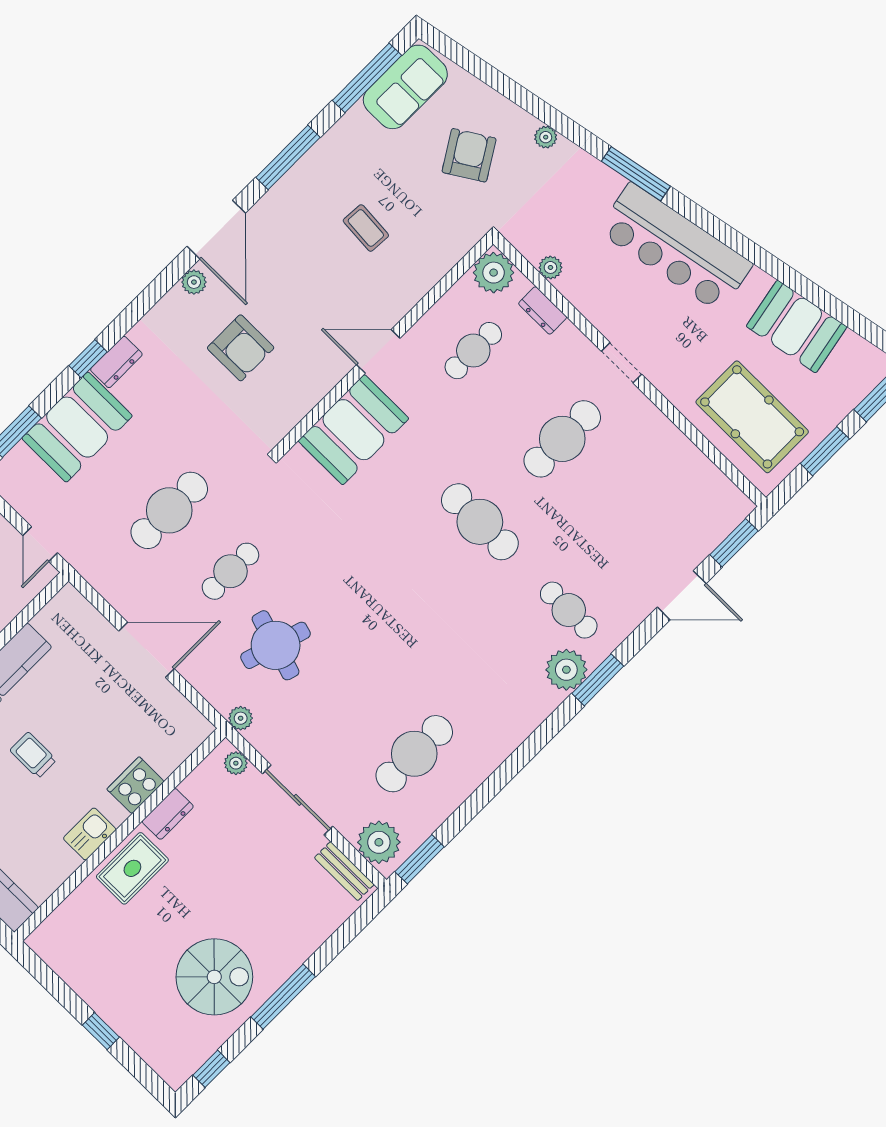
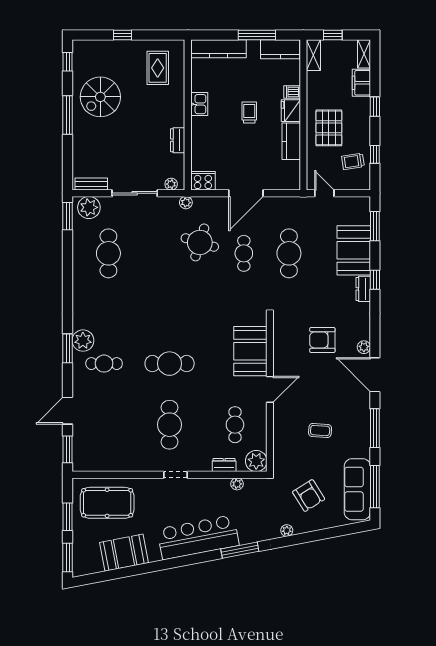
sofa: (405, 87) -> (357, 489), width x1.36
trolley: (33, 755) -> (249, 112), turned -90
cooker: (136, 785) -> (203, 181), moved, turned -90
rug: (132, 868) -> (158, 68), moved

